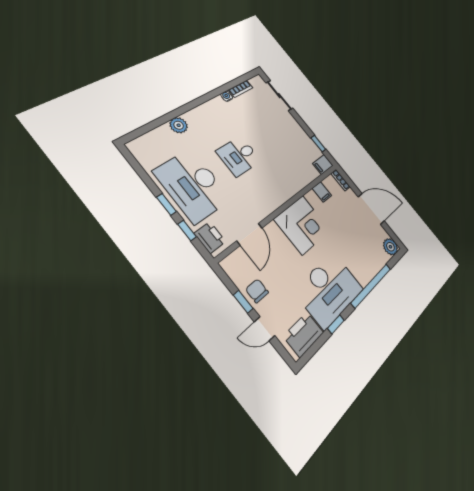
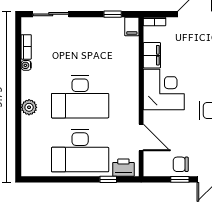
plant: (179, 125) -> (29, 107), moved
desk: (239, 156) -> (80, 97), width x1.87, depth x1.30
filing cabinet: (322, 192) -> (152, 55), width x2.00
window: (166, 204) -> (82, 179), removed

